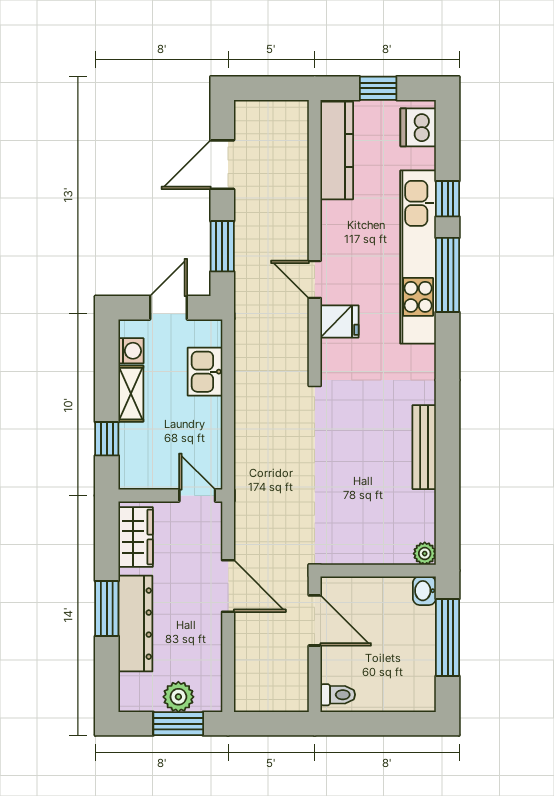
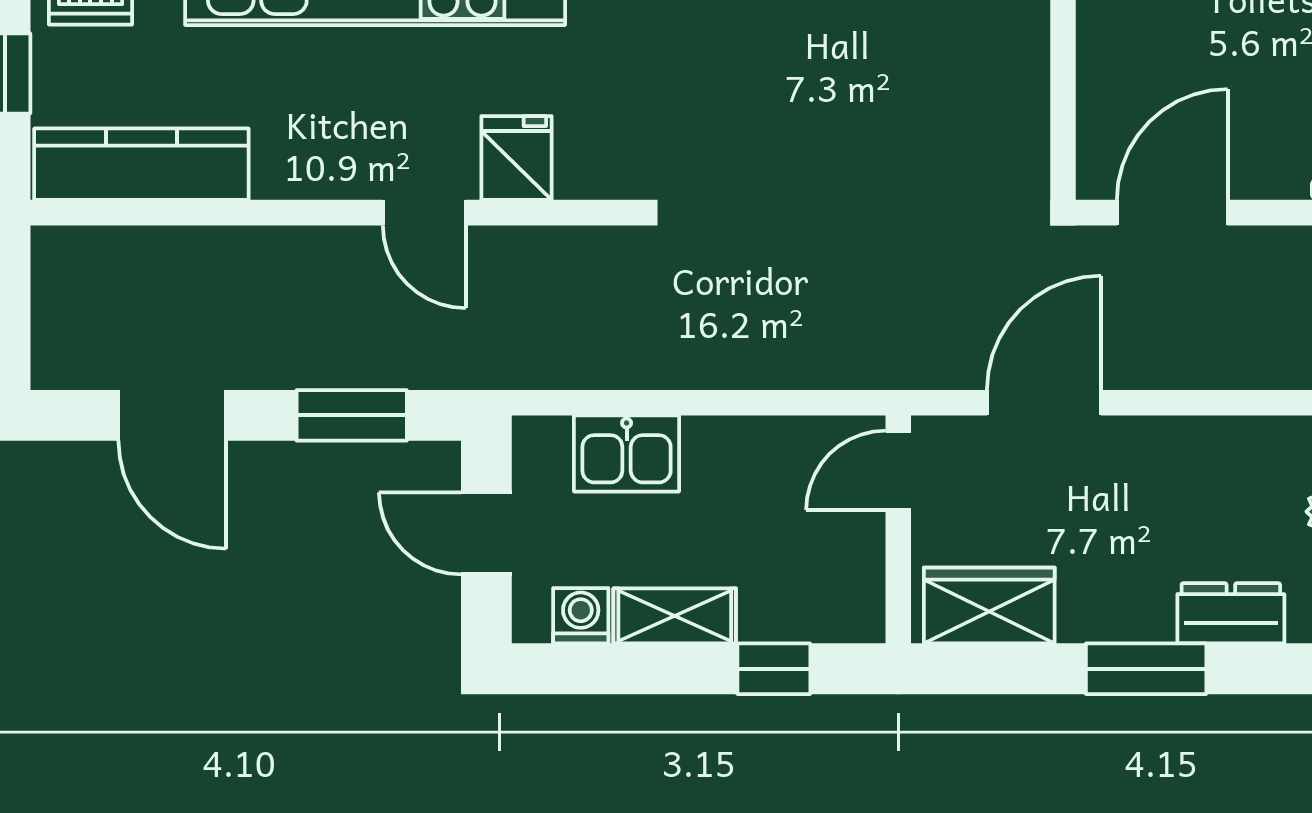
door: (315, 279) -> (424, 213), hinge flipped
door: (228, 586) -> (1044, 403), moved
dresser: (135, 624) -> (1231, 613), width x0.51, depth x0.80

